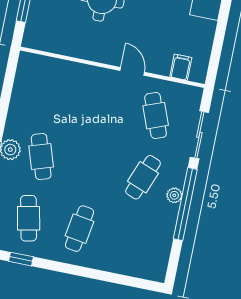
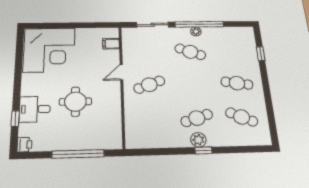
cafe table: (156, 116) -> (149, 85), moved
cafe table: (29, 218) -> (242, 117), turned 36
window: (21, 259) -> (261, 54), moved

